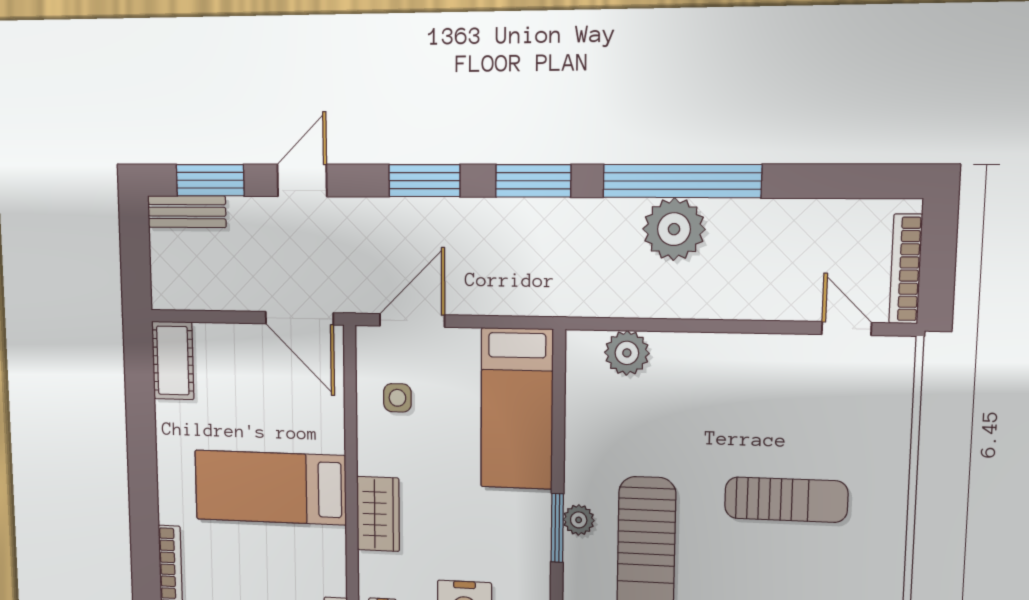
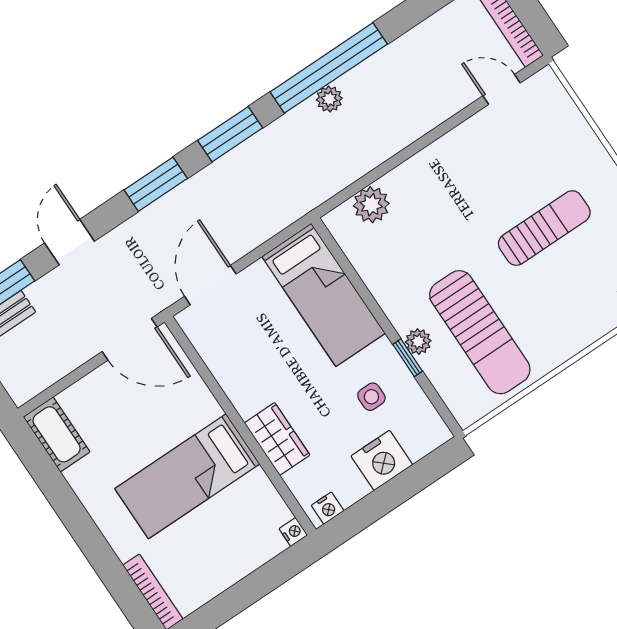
plant: (674, 229) -> (329, 99), width x0.53, depth x0.53
side table: (397, 398) -> (371, 397), moved
window: (557, 528) -> (408, 358), width x0.67

